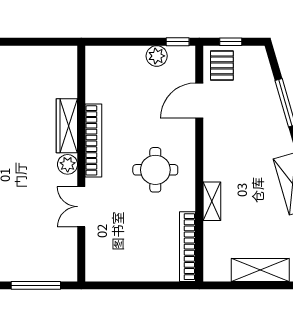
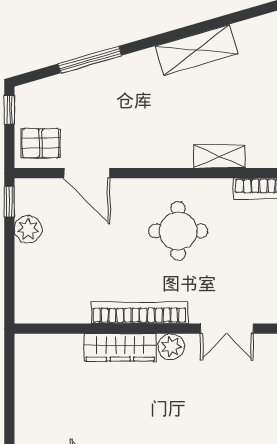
window: (231, 42) -> (9, 110), moved

